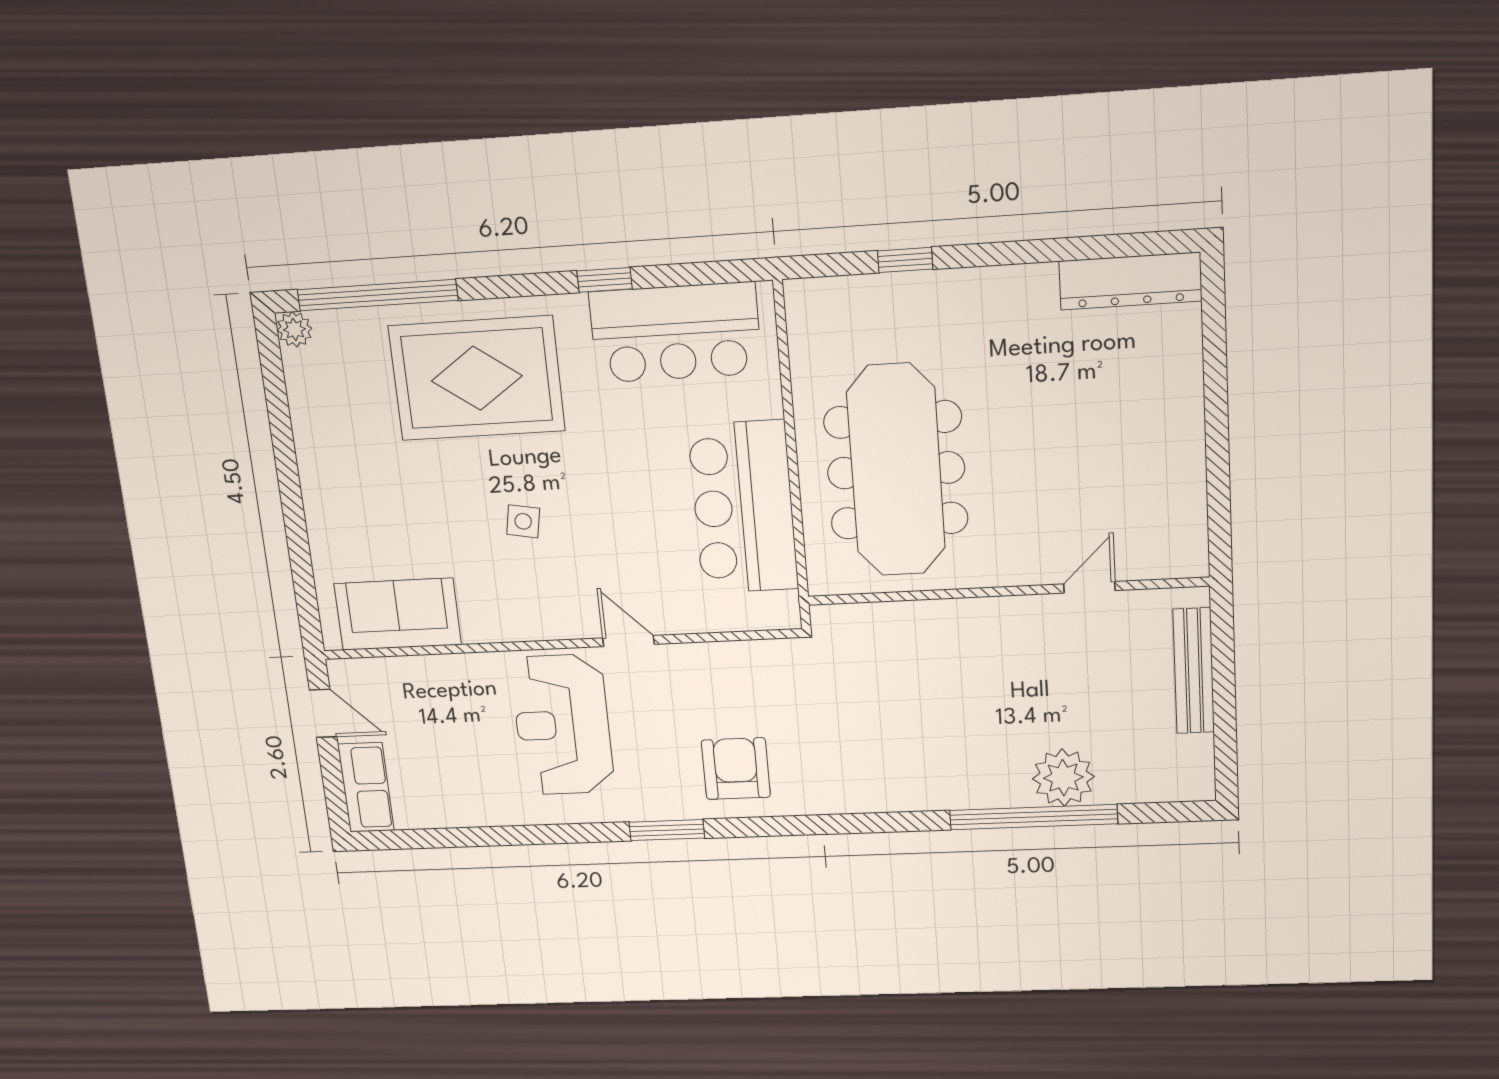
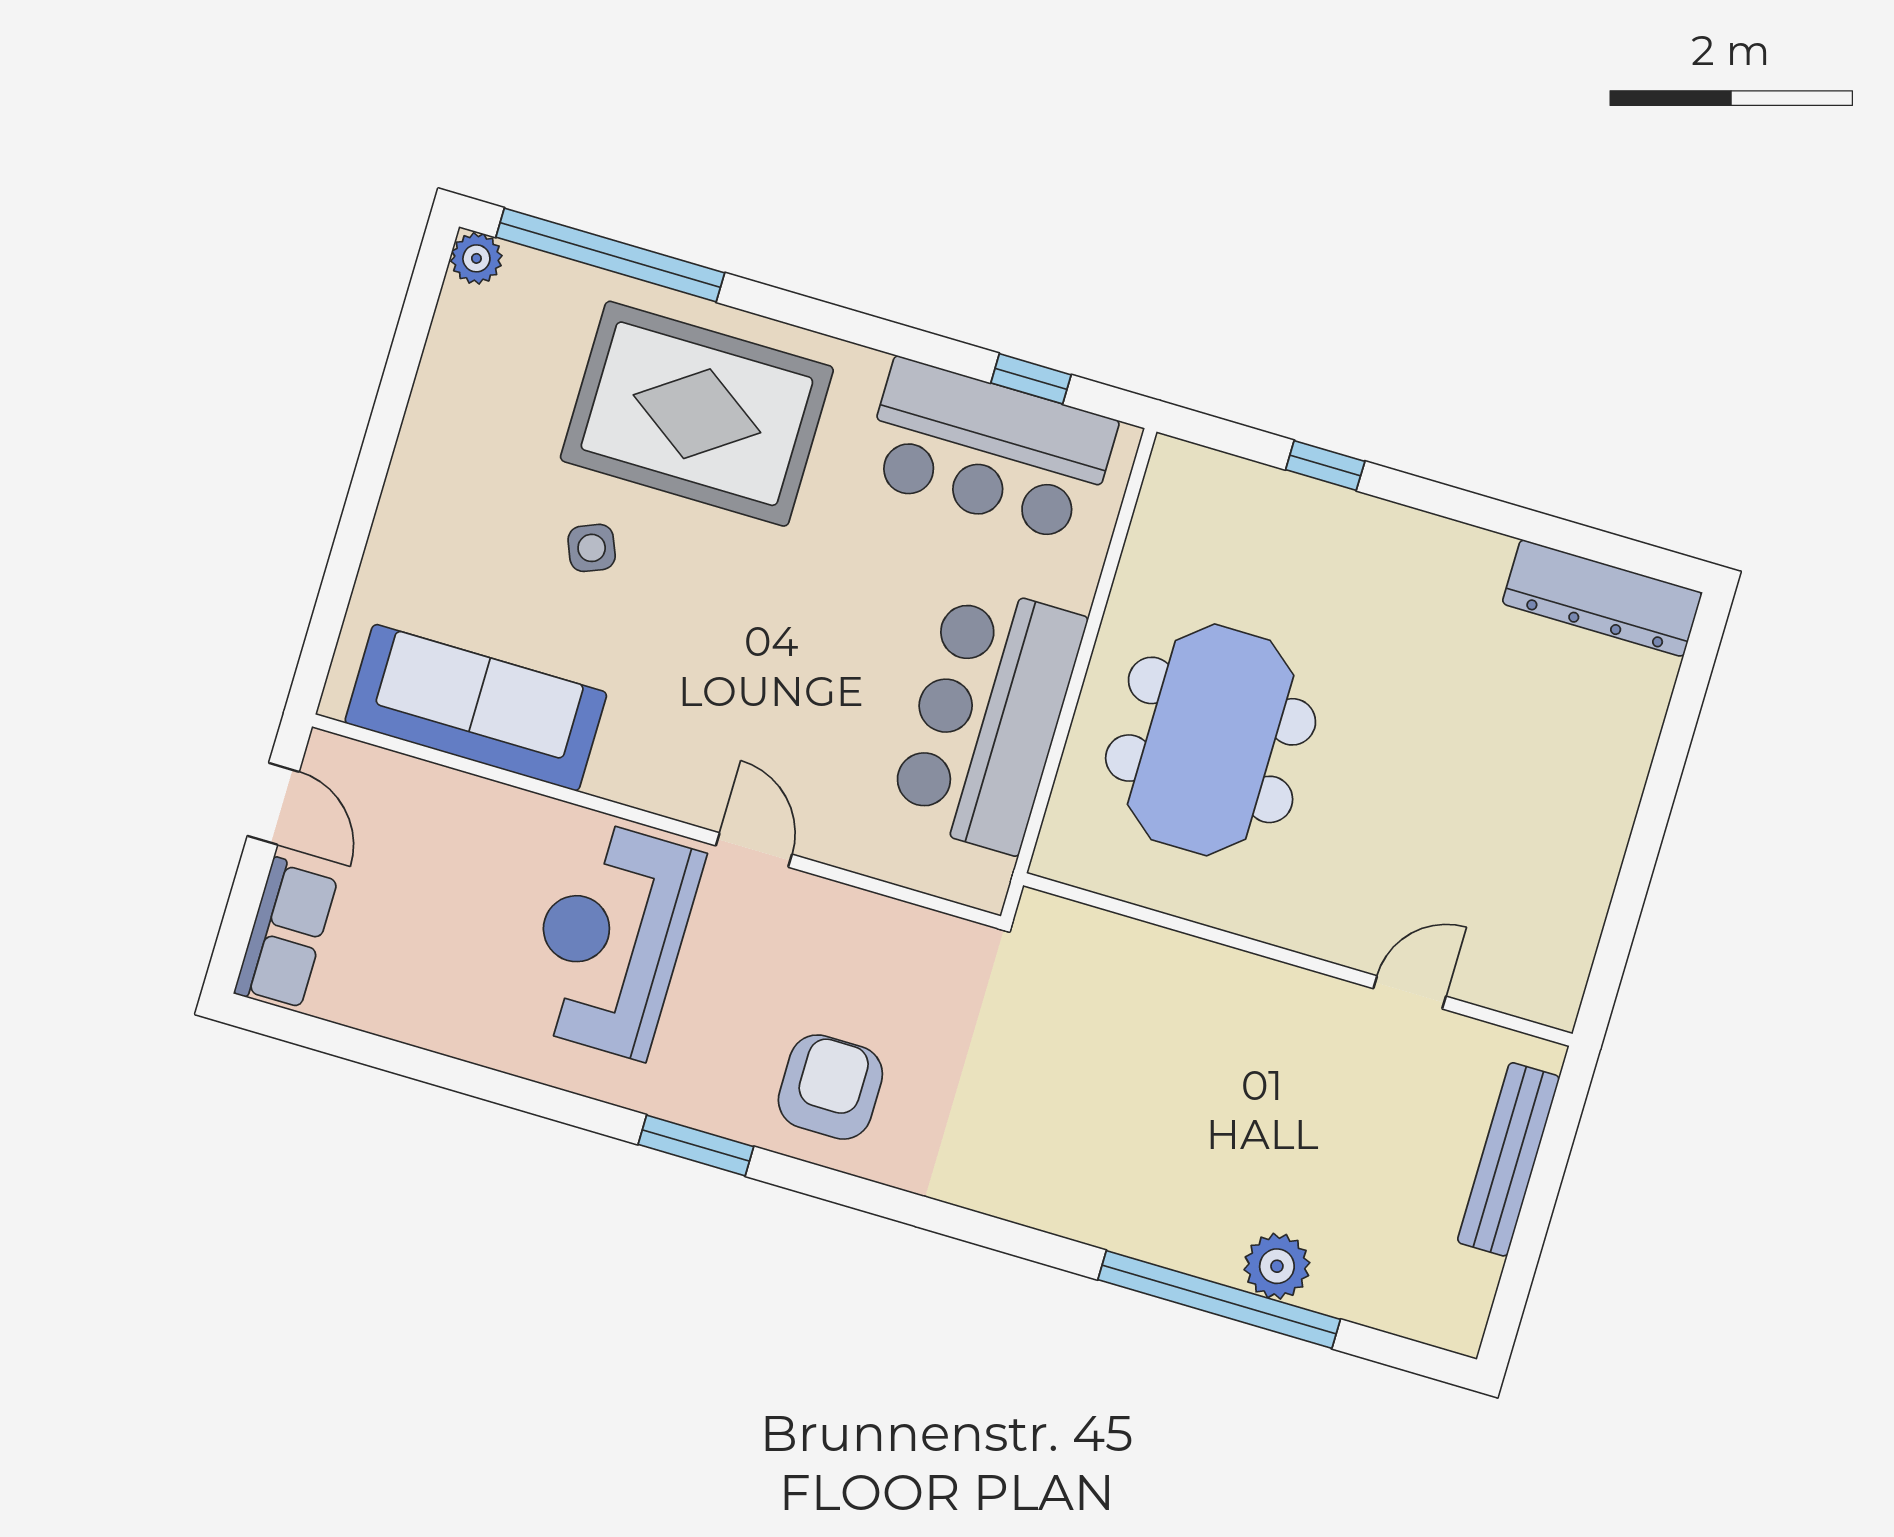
window: (605, 280) -> (1031, 379), moved
meeting table: (896, 470) -> (1211, 740), width x0.73
side table: (523, 521) -> (592, 548), moved, turned -32
sofa: (398, 614) -> (476, 708), width x1.36
plant: (1063, 778) -> (1277, 1266), width x0.73, depth x0.73

